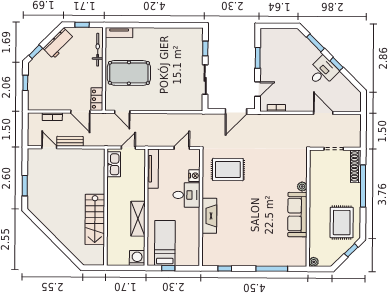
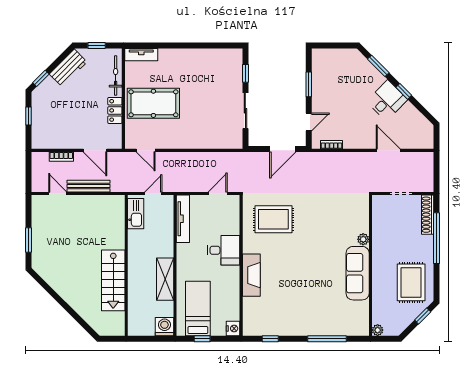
locker: (97, 99) -> (115, 110), moved
bench: (70, 141) -> (88, 186), width x1.36
nightstand: (194, 176) -> (233, 328), moved

